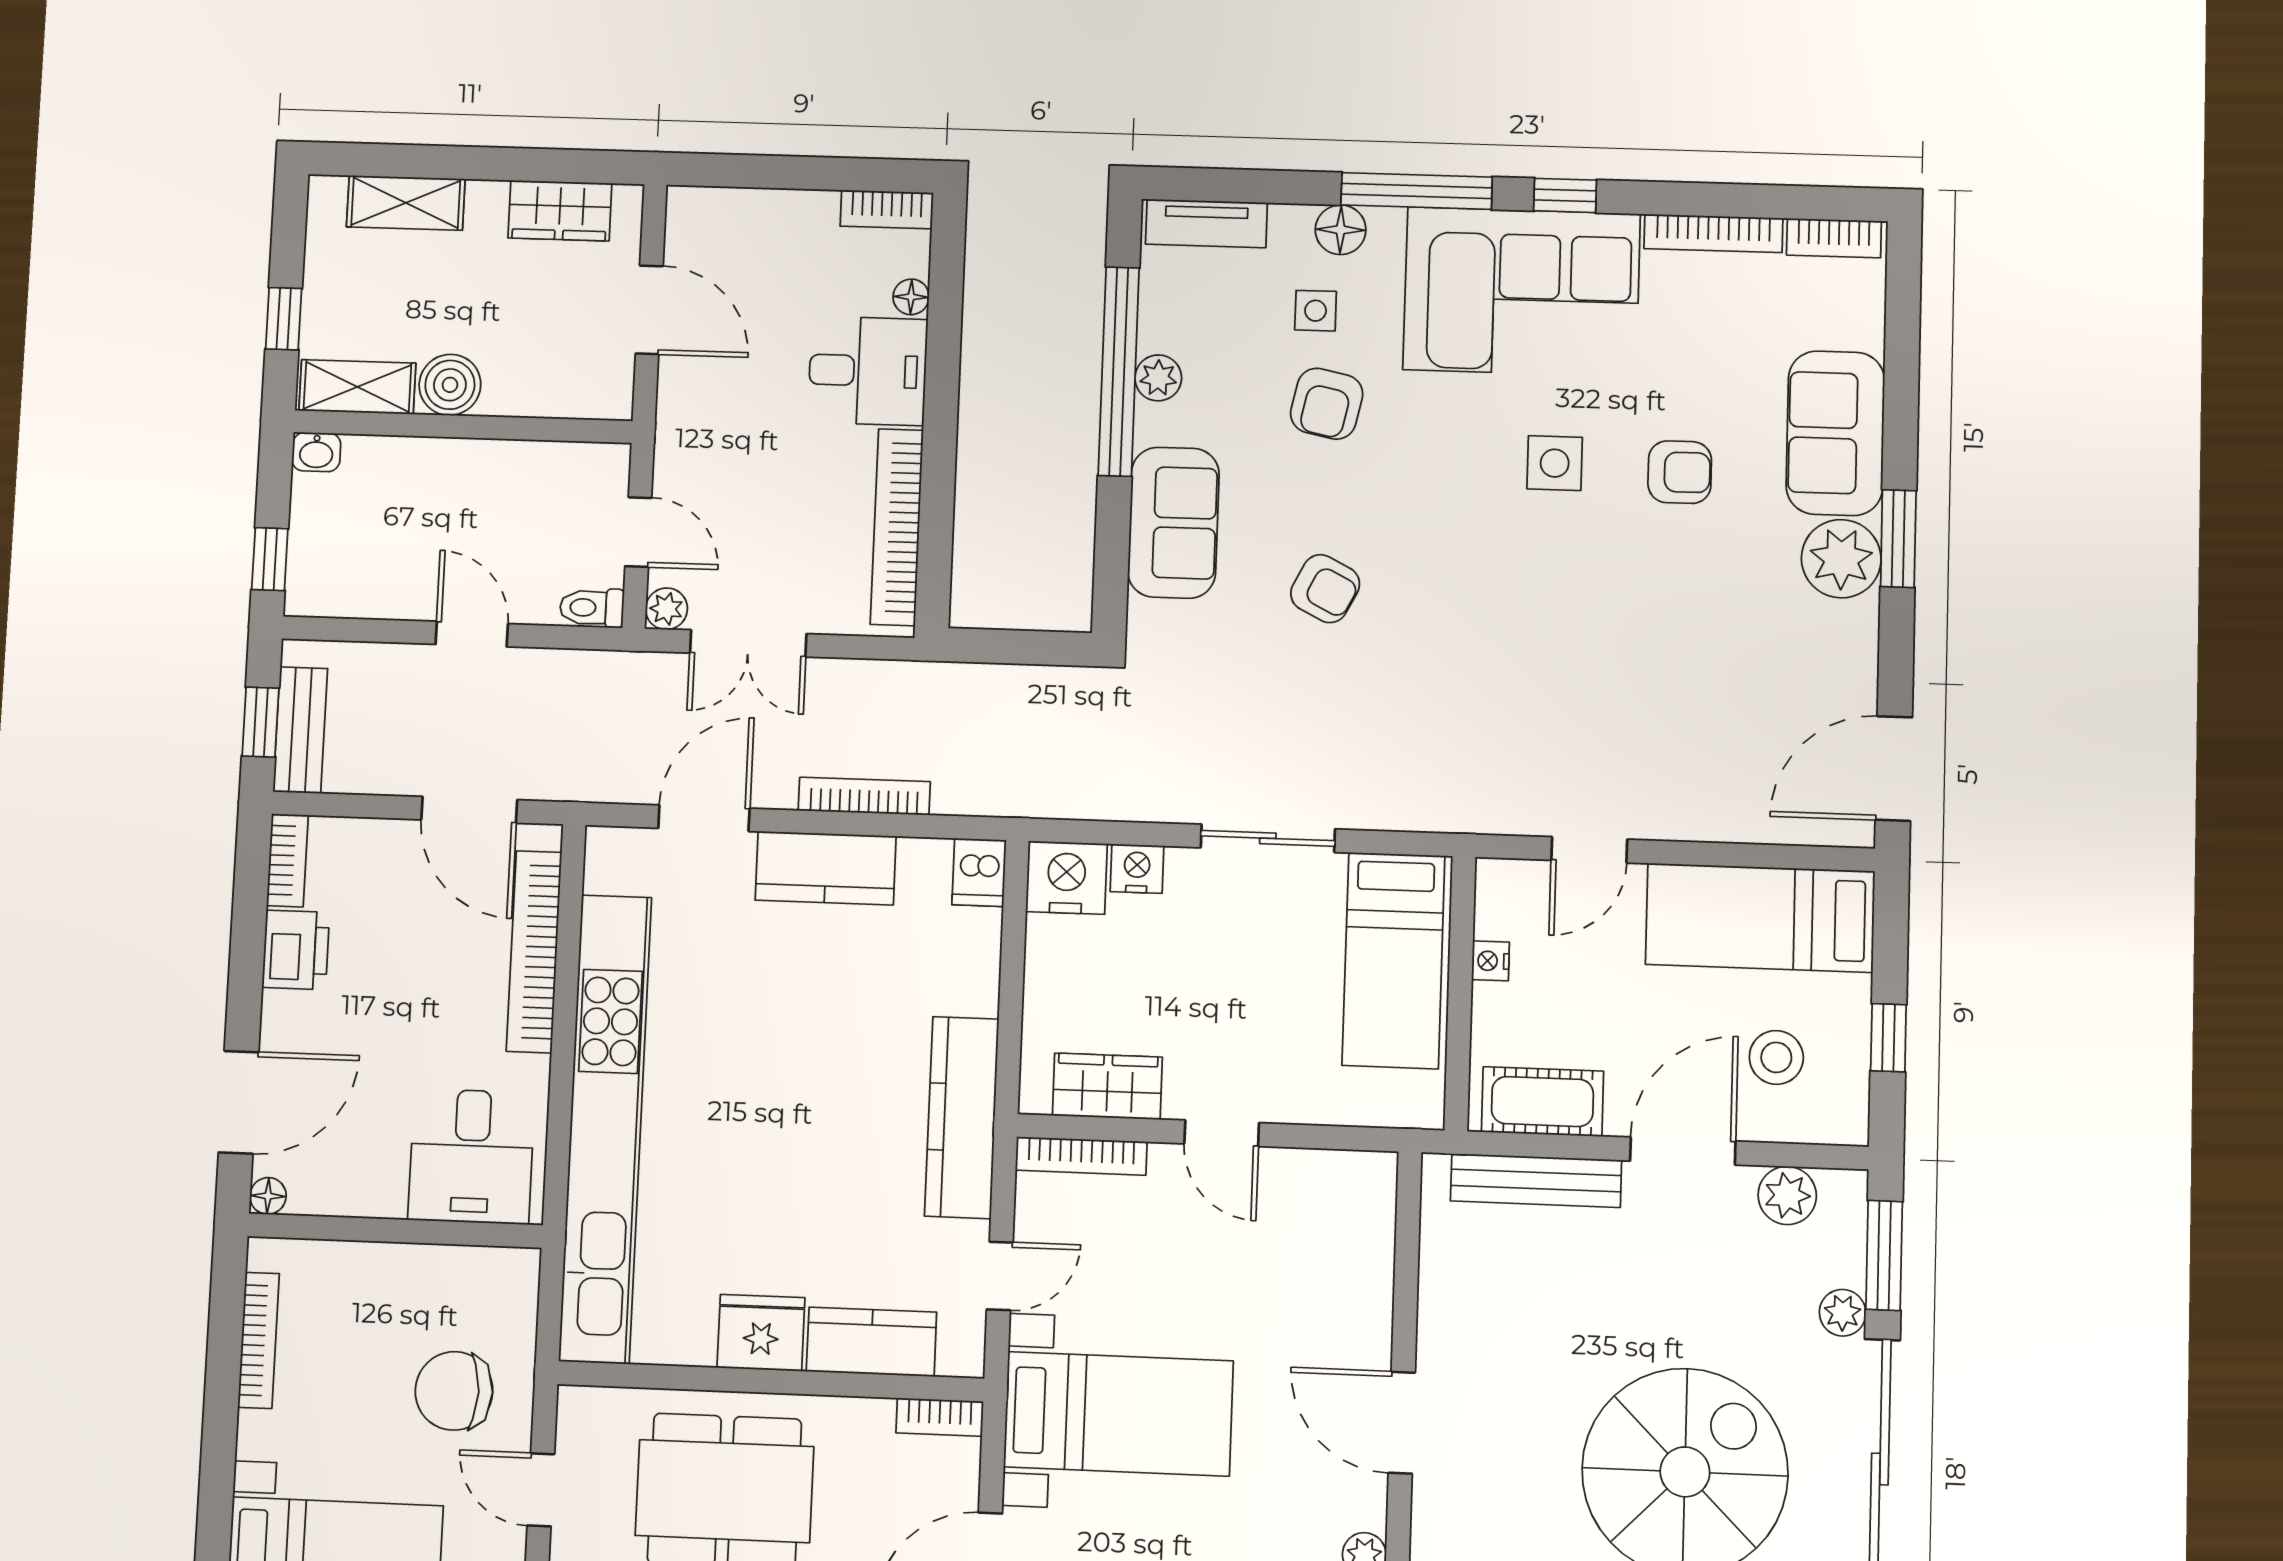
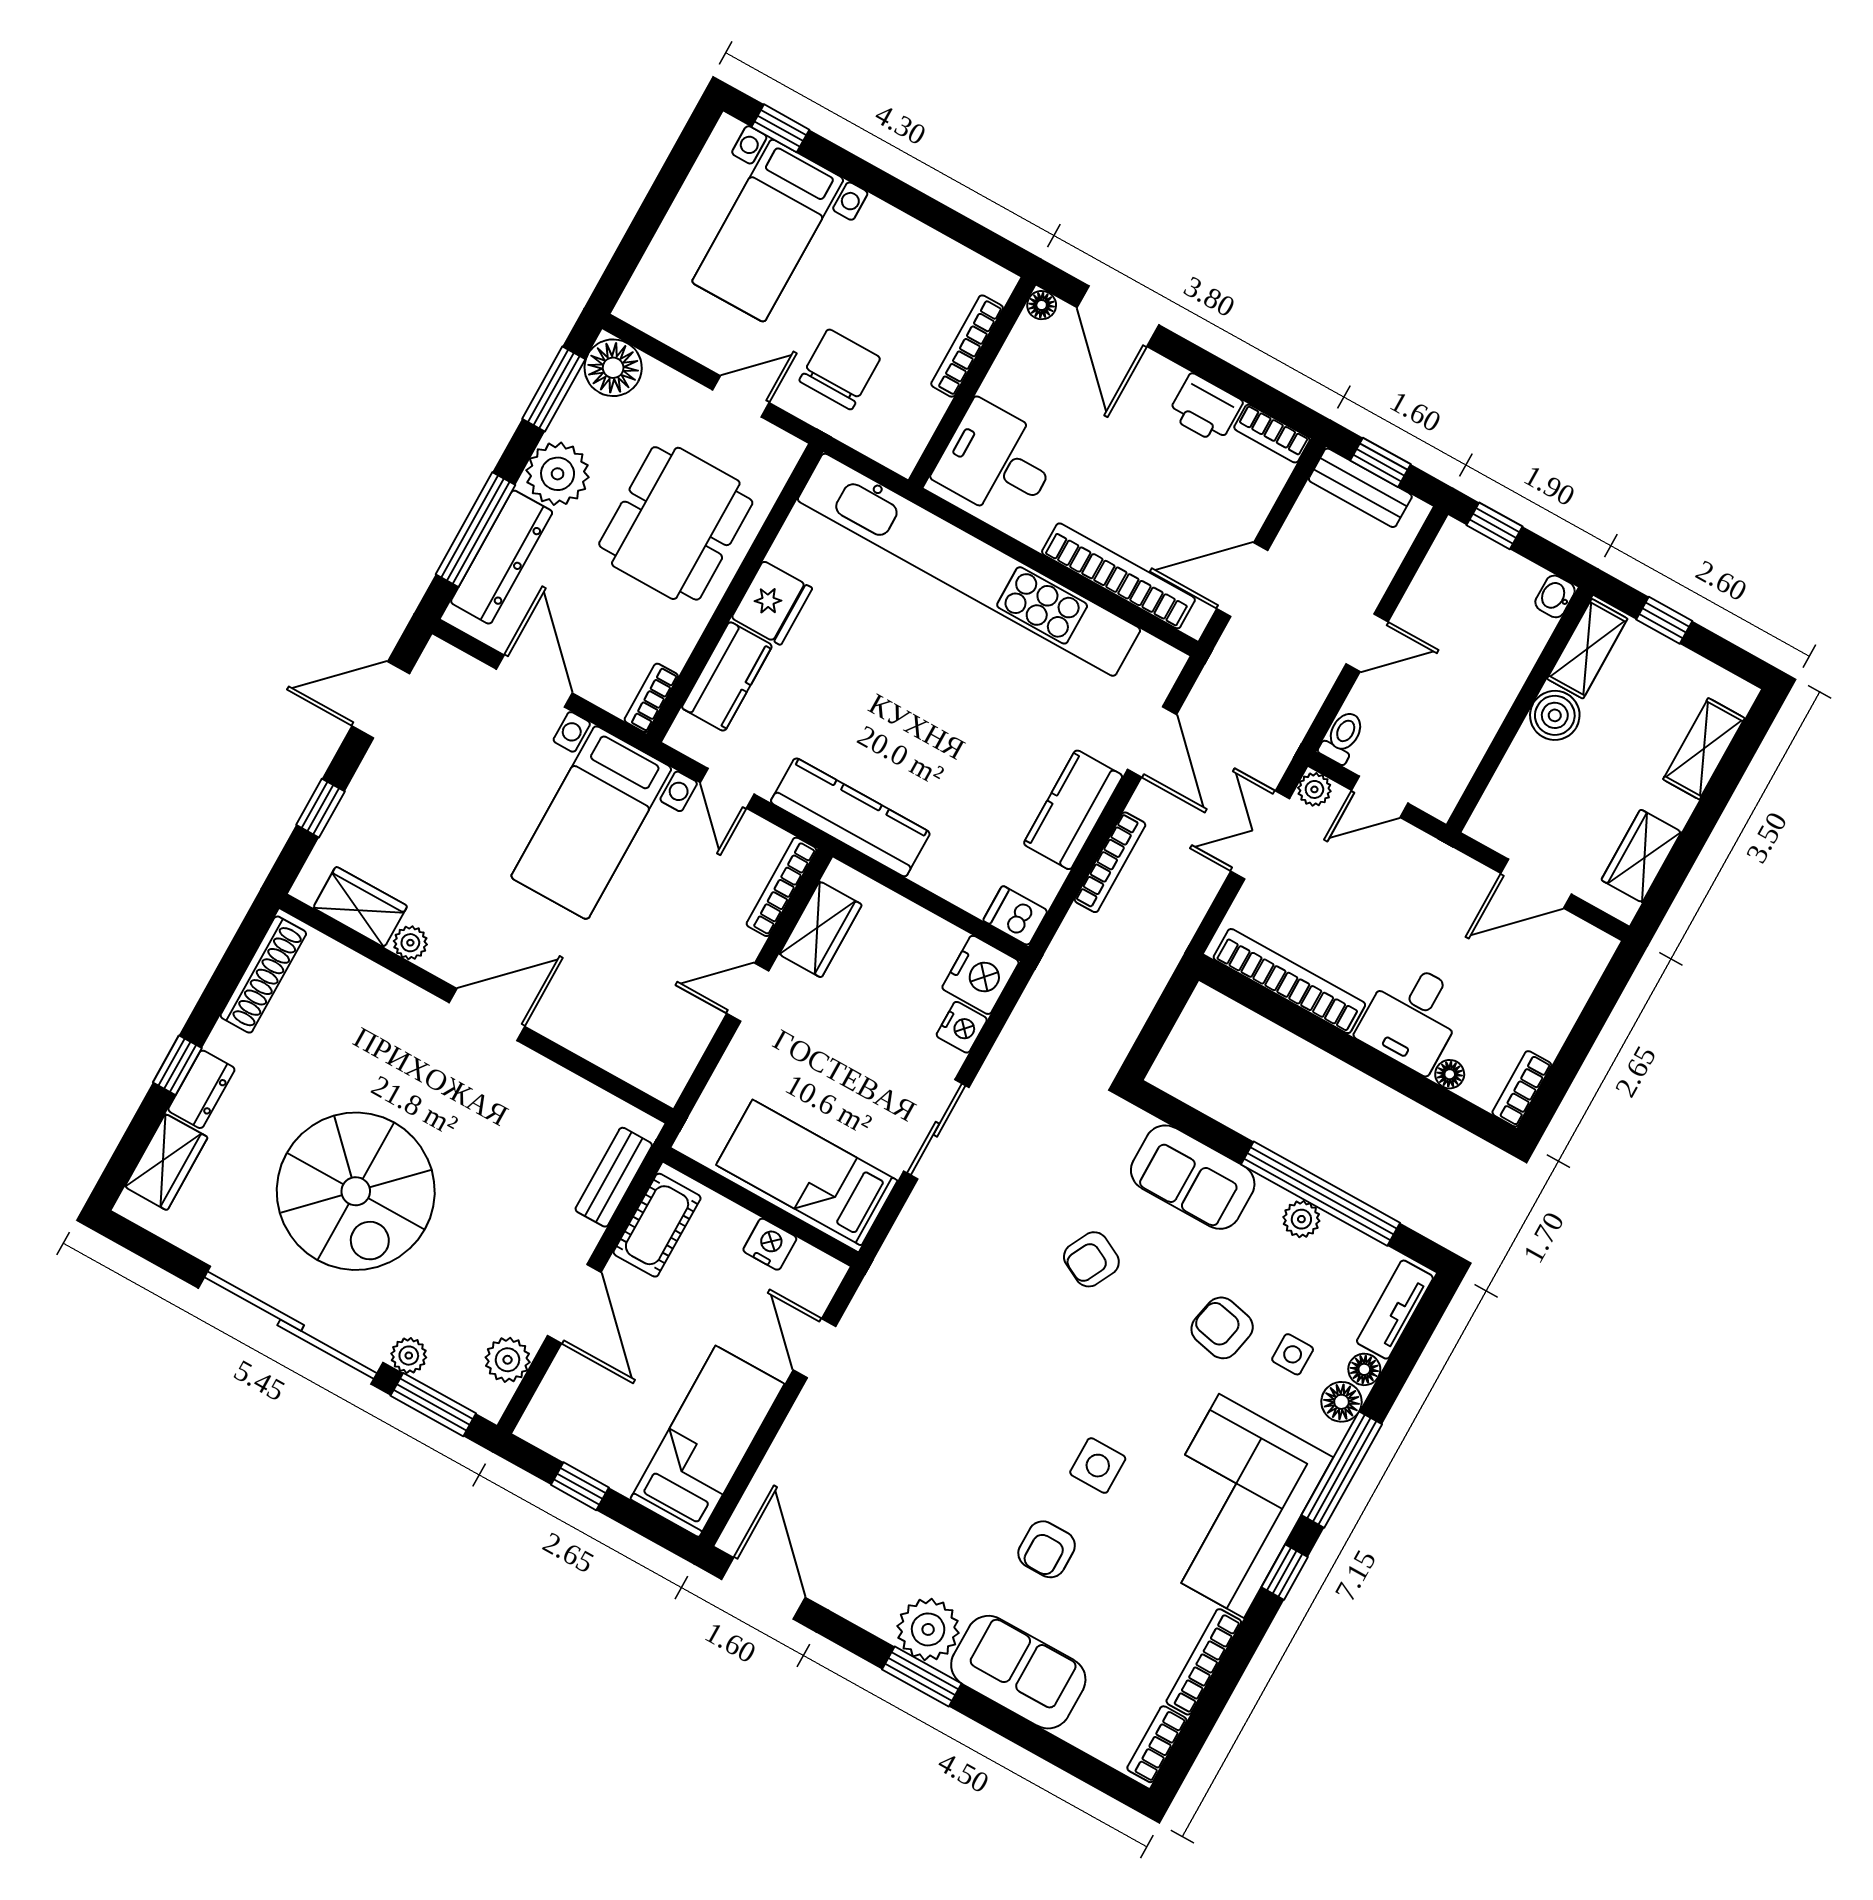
floor lamp: (1291, 223) -> (1364, 1369), added
nightstand: (1491, 961) -> (770, 1244), width x1.39, depth x1.35
stool: (1776, 1057) -> (606, 1402), removed
bench: (1536, 1180) -> (614, 1177), width x0.73
bookcase: (259, 1340) -> (967, 346), moved, turned 90

